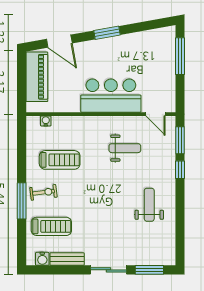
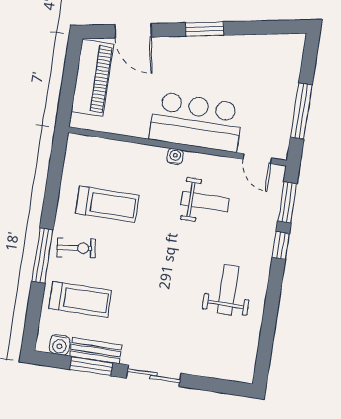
window: (180, 56) -> (301, 111), moved
water cooler: (46, 121) -> (175, 156), moved
window: (149, 270) -> (91, 366), moved

